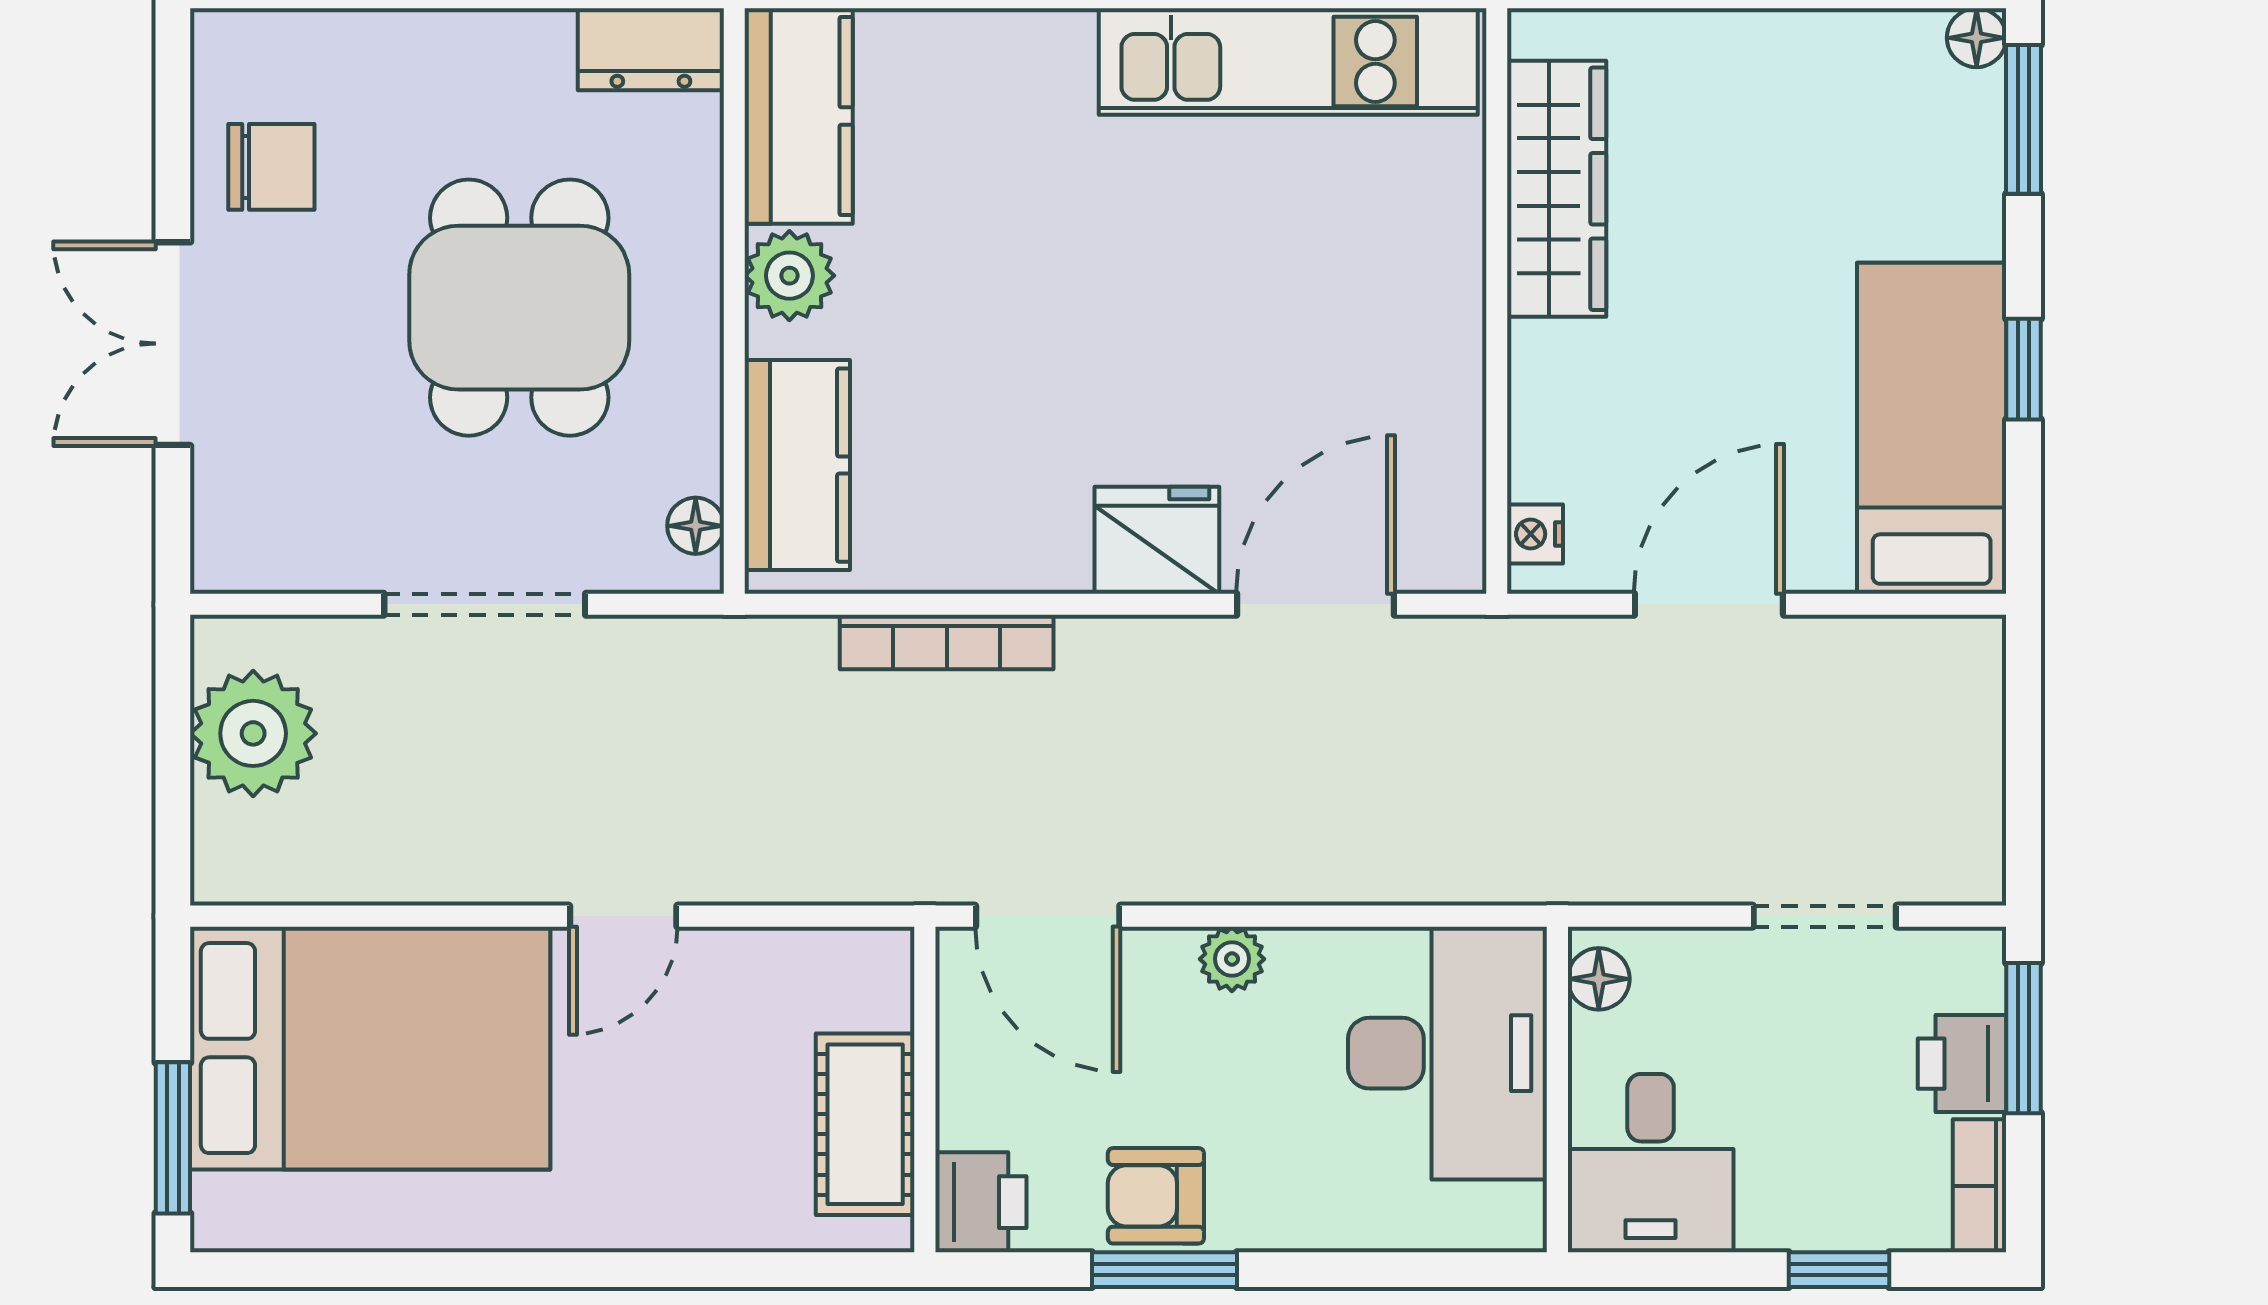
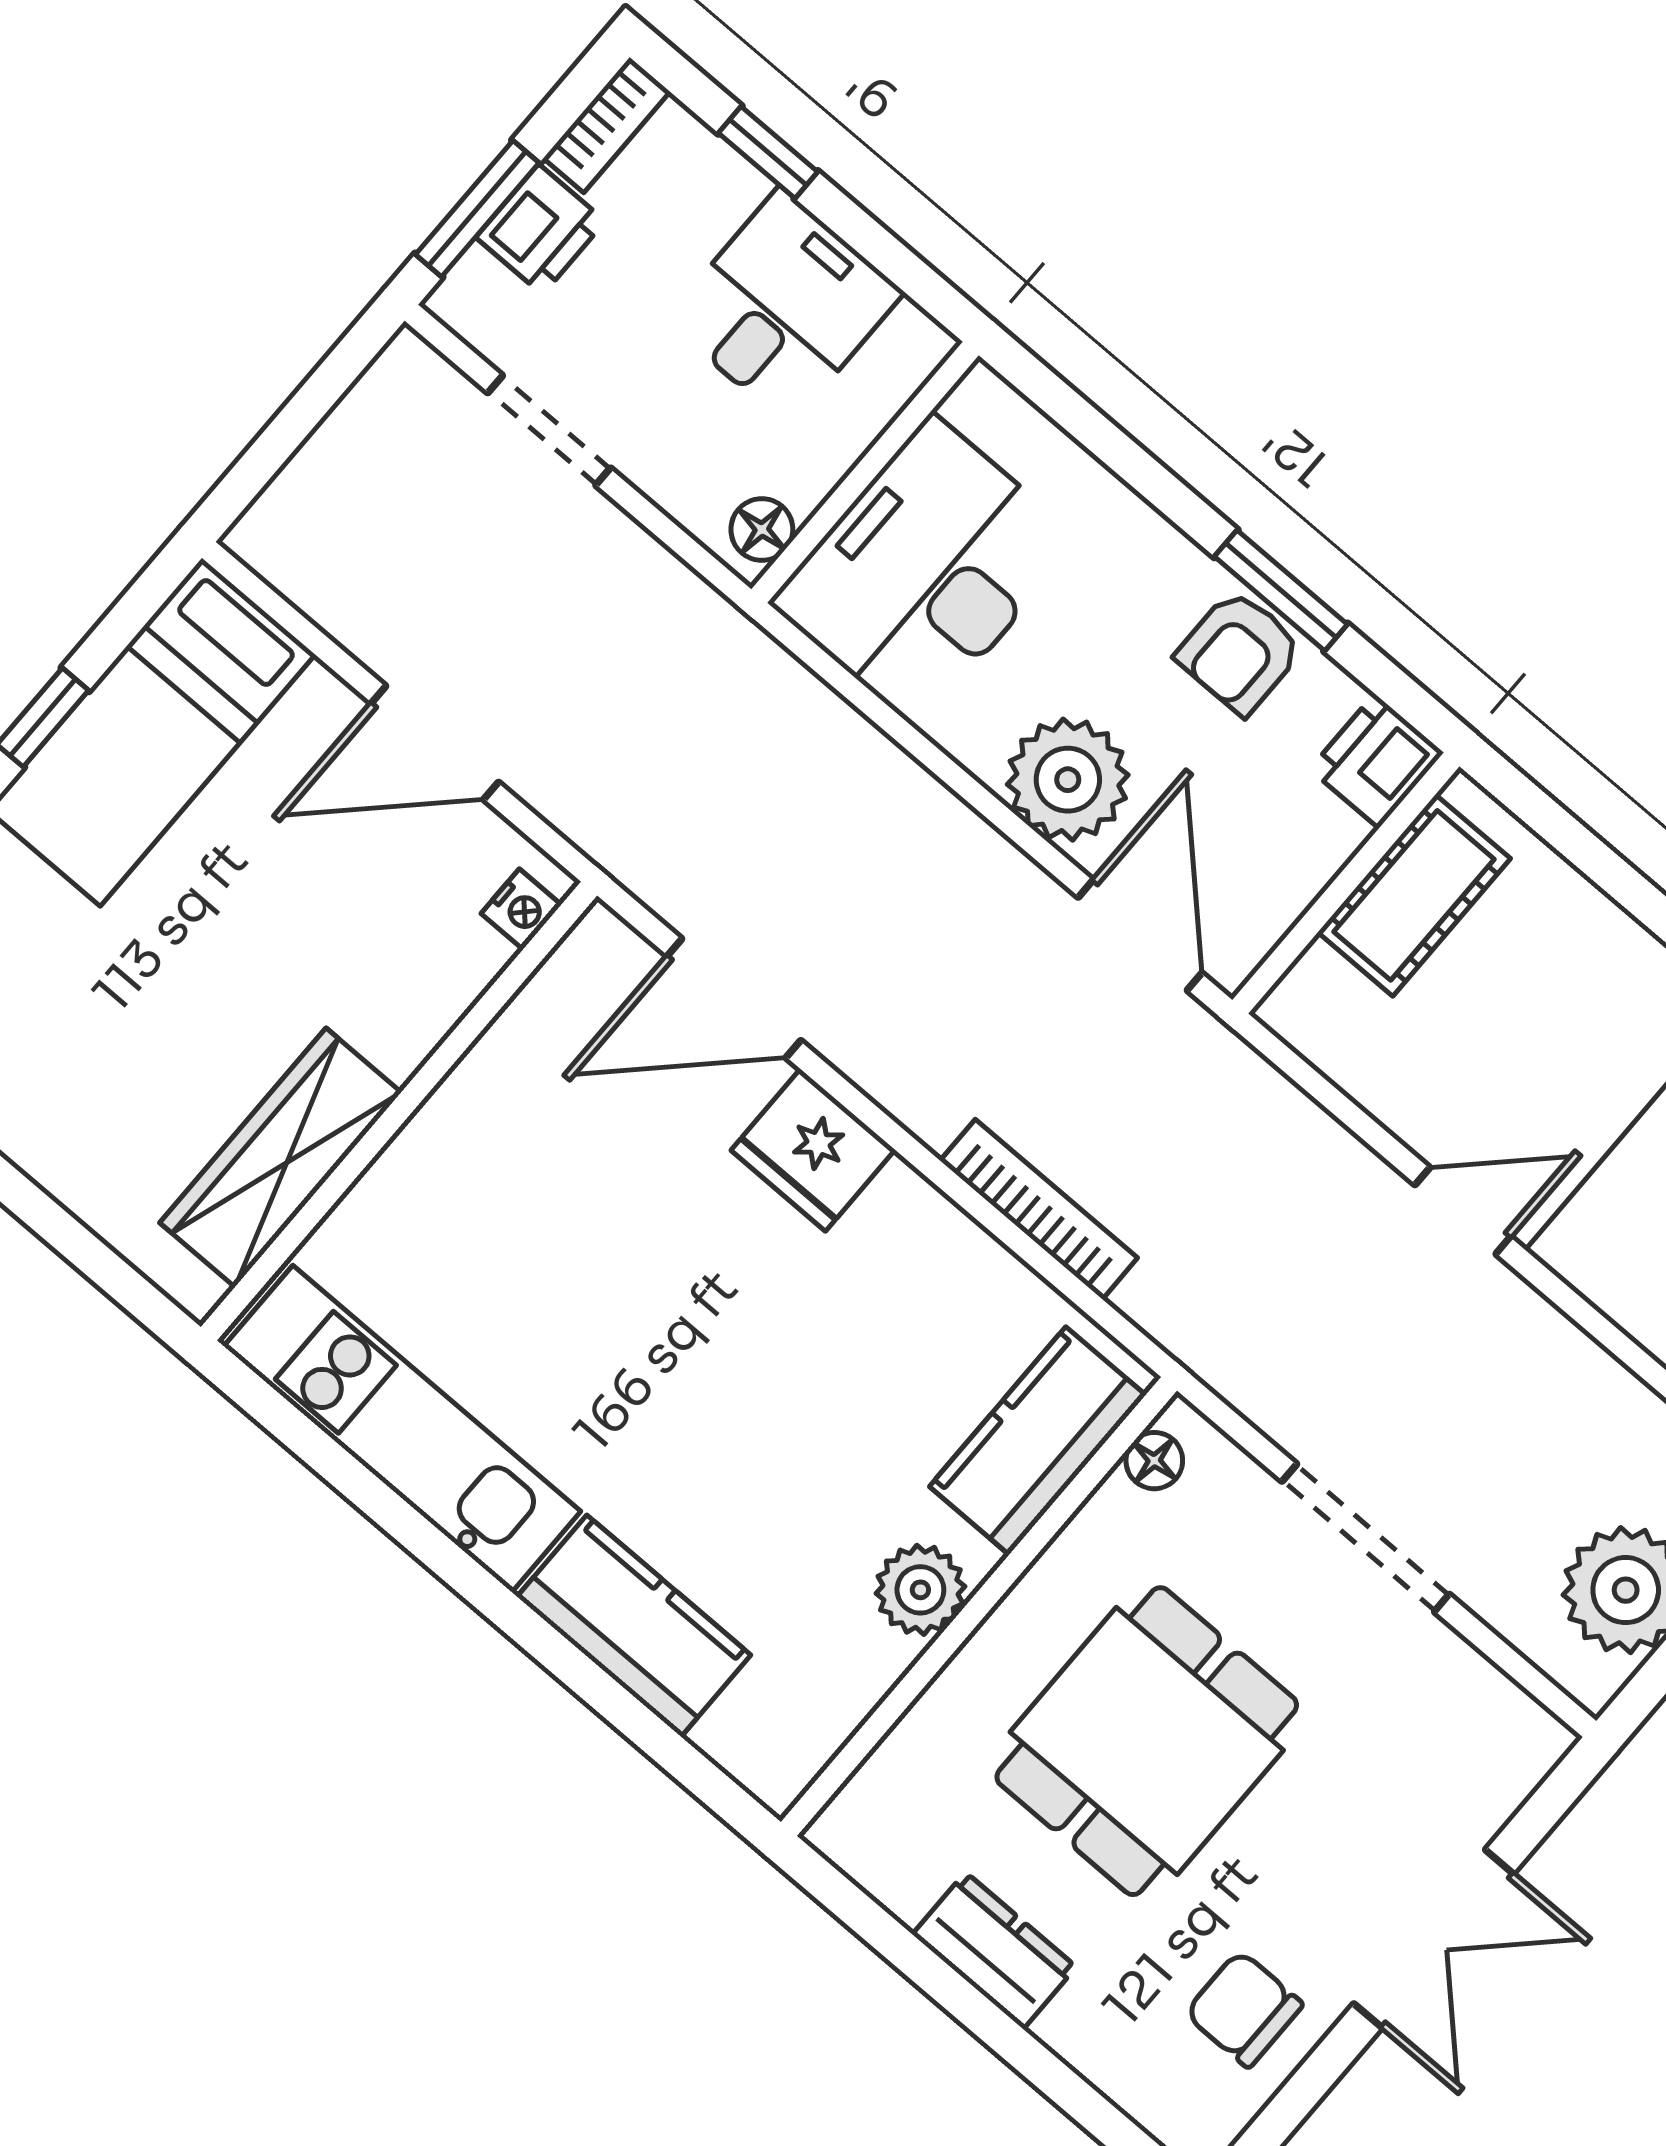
dresser: (651, 49) -> (994, 1951), moved
kitchen counter: (799, 116) -> (634, 1626), moved, turned 90
plant: (1232, 959) -> (1068, 780), width x1.88, depth x1.88
desk: (1651, 1163) -> (784, 306), moved
armchair: (1156, 1196) -> (1239, 652), turned 90

